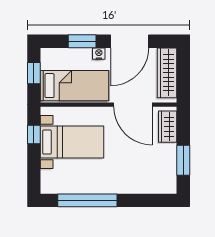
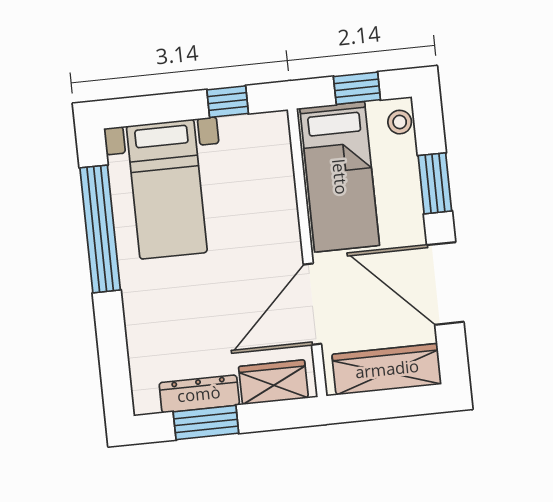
nightstand: (99, 54) -> (413, 221), removed
stool: (52, 55) -> (400, 122), added
bed with nightstands: (72, 142) -> (167, 189), moved
dresser: (170, 162) -> (199, 394), added

